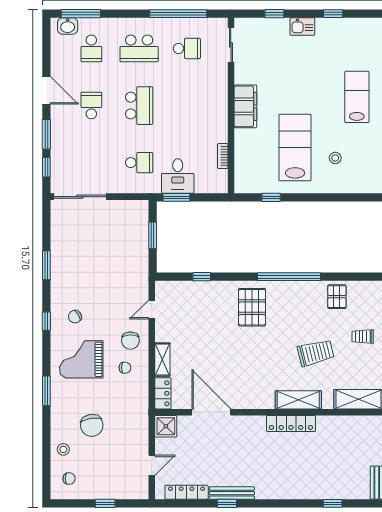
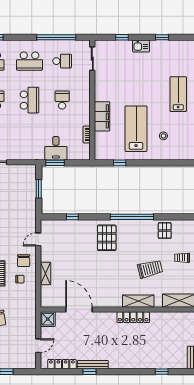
filing cabinet: (245, 106) -> (102, 116), moved
school desk: (139, 163) -> (62, 100), moved, turned -90
locker: (163, 393) -> (46, 297), removed

